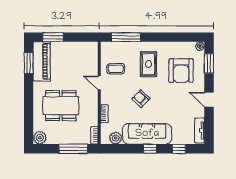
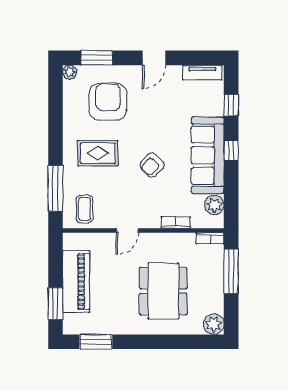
piano: (42, 61) -> (76, 282), moved, turned 90
coffee table: (116, 69) -> (84, 209), moved
armchair: (181, 70) -> (108, 102), turned -90

